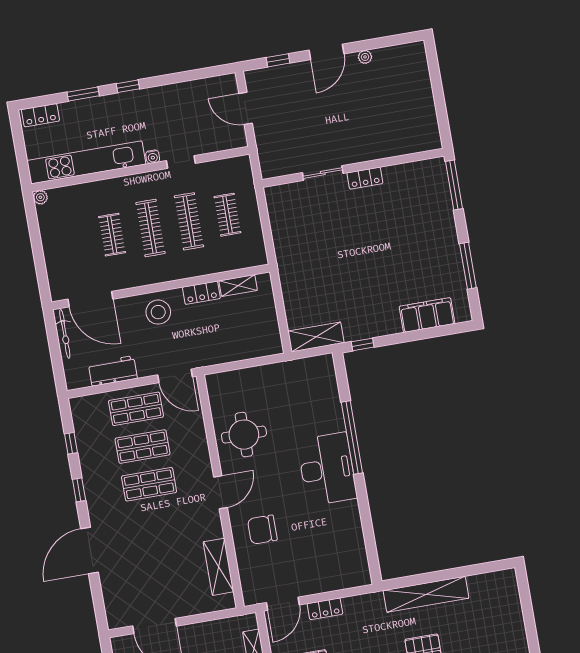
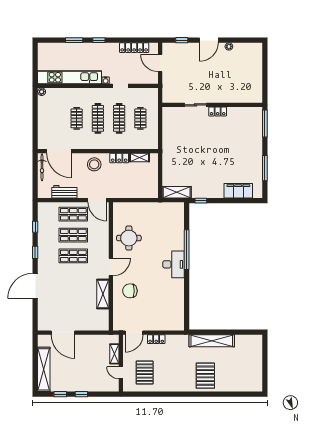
locker: (40, 115) -> (134, 48), moved, width x1.53
desk: (327, 469) -> (173, 264), width x0.73, depth x0.77
shelving: (218, 567) -> (103, 294), moved

